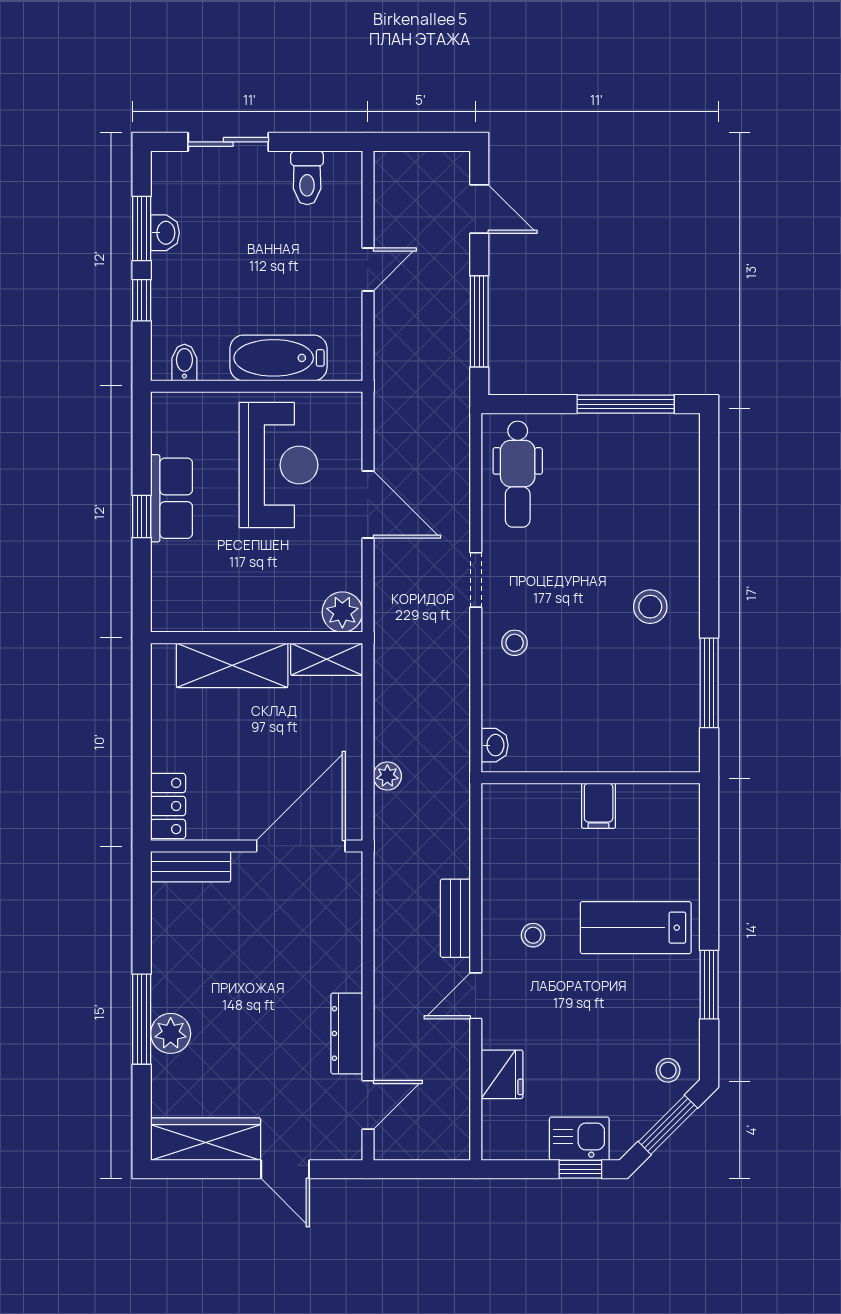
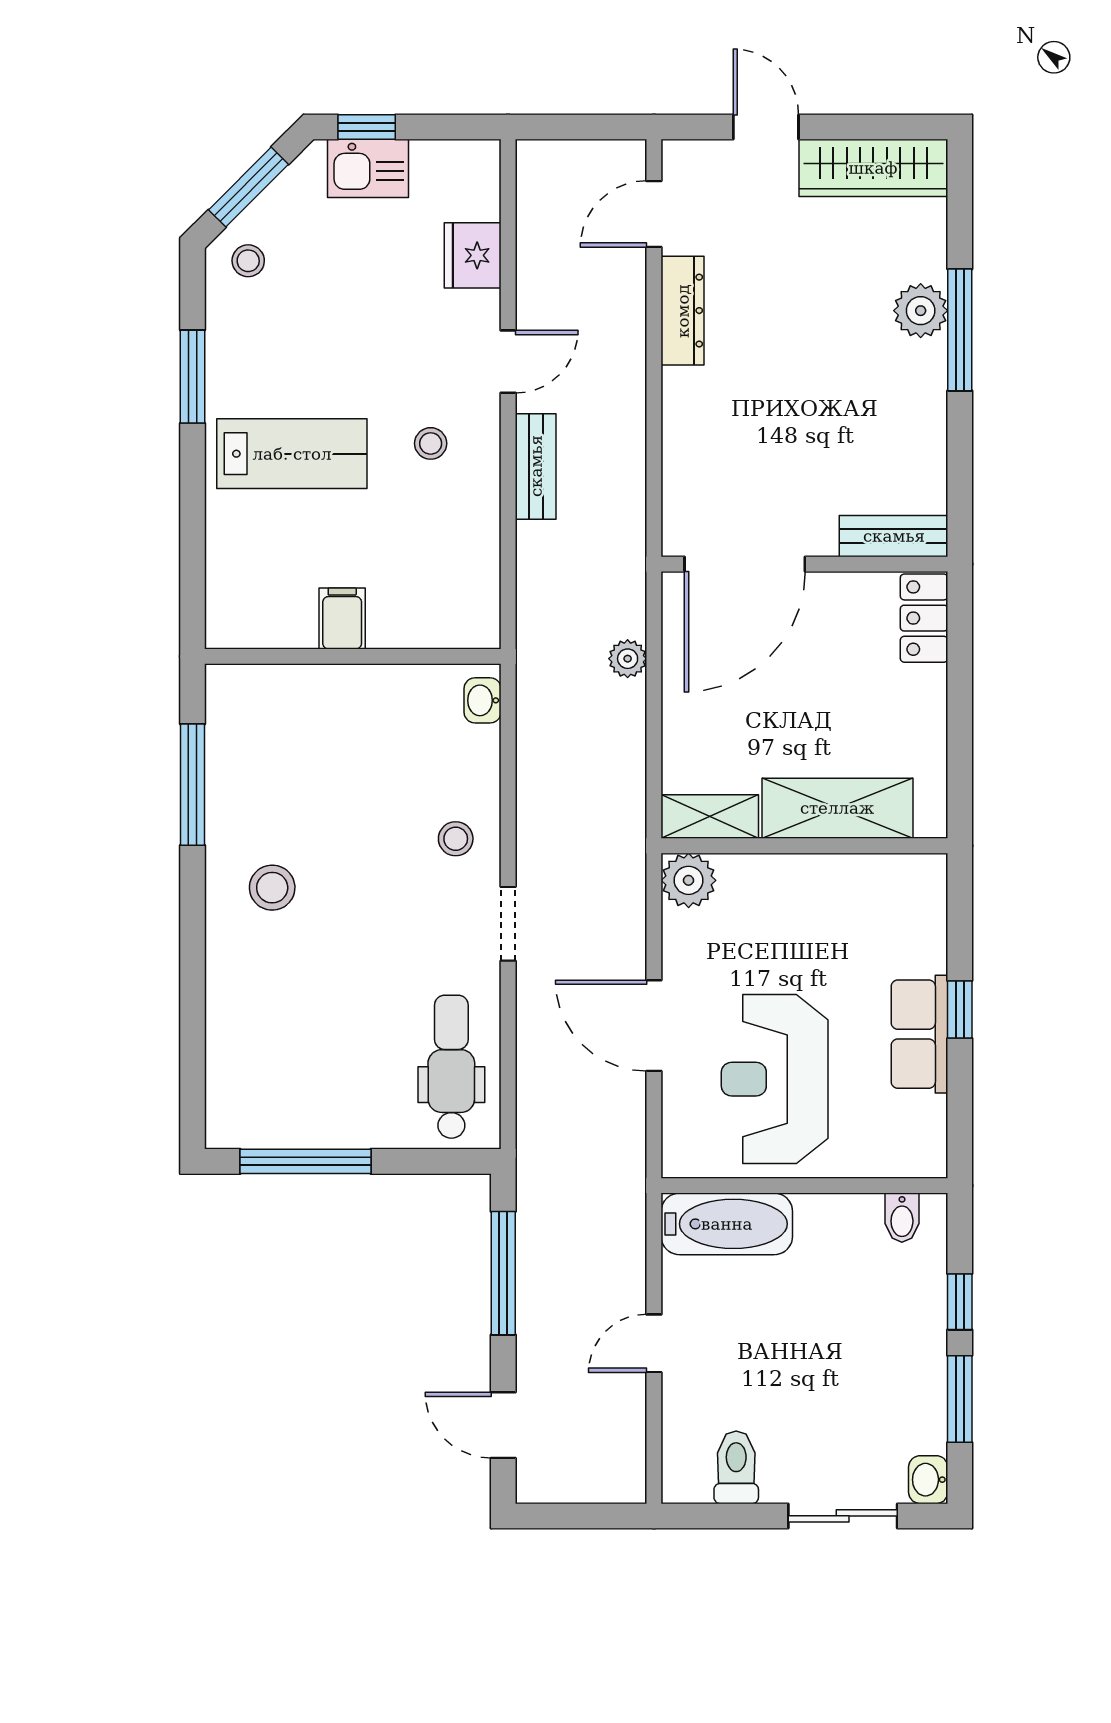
washbasin: (165, 233) -> (928, 1480), moved
bathtub: (278, 358) -> (727, 1224), moved

